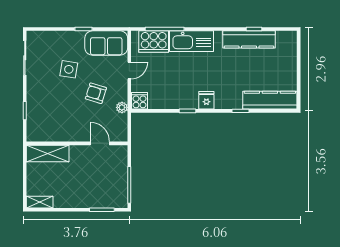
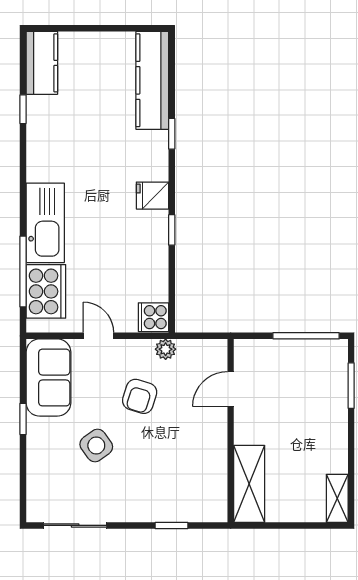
kitchen counter: (249, 39) -> (42, 63), moved, width x0.67
side table: (69, 69) -> (96, 445), turned 45

